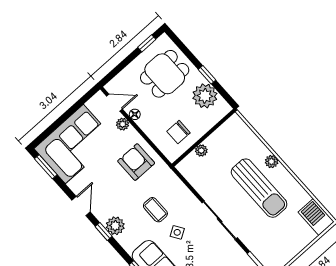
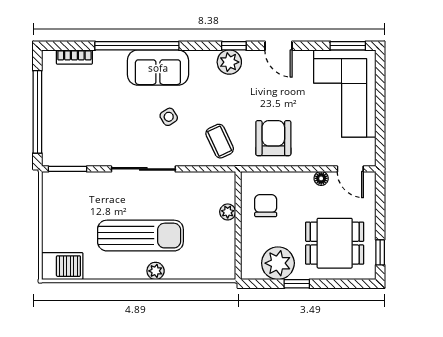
dining table: (165, 74) -> (335, 243), turned 90
door: (114, 103) -> (350, 169), hinge flipped
plant: (123, 124) -> (322, 158), removed
armchair: (136, 162) -> (273, 138), turned -90
sun lounger: (259, 188) -> (140, 236), turned 180
coffee table: (155, 210) -> (220, 141), moved, turned 65

